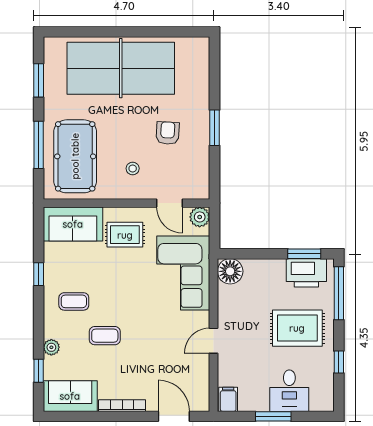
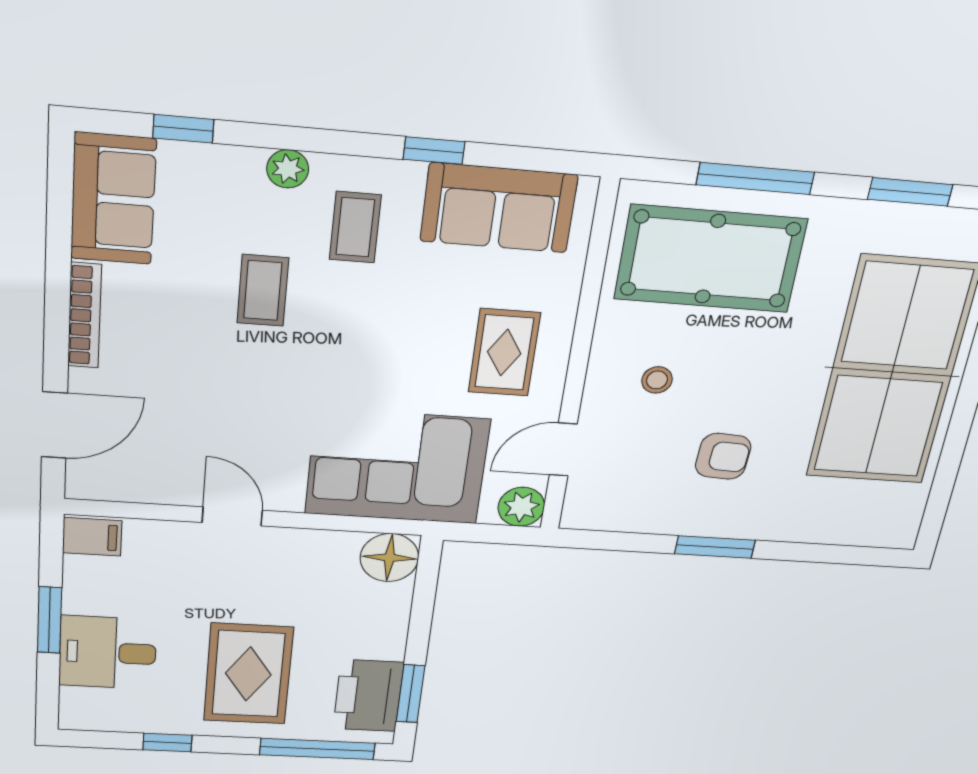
sofa: (73, 224) -> (499, 208), moved, turned -90
plant: (51, 347) -> (288, 169), moved

